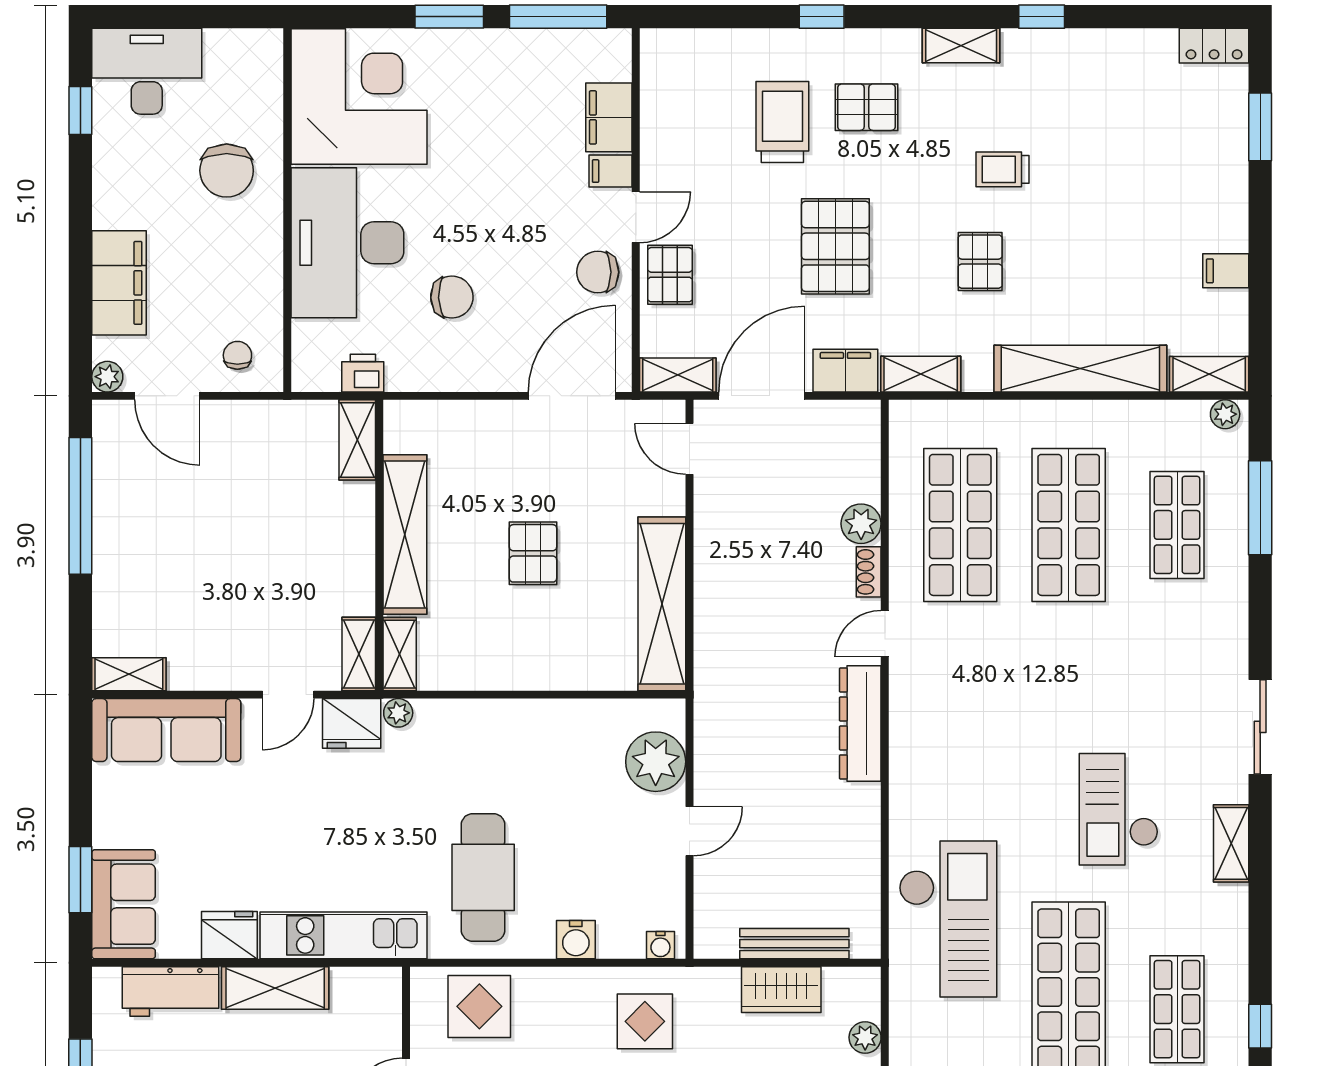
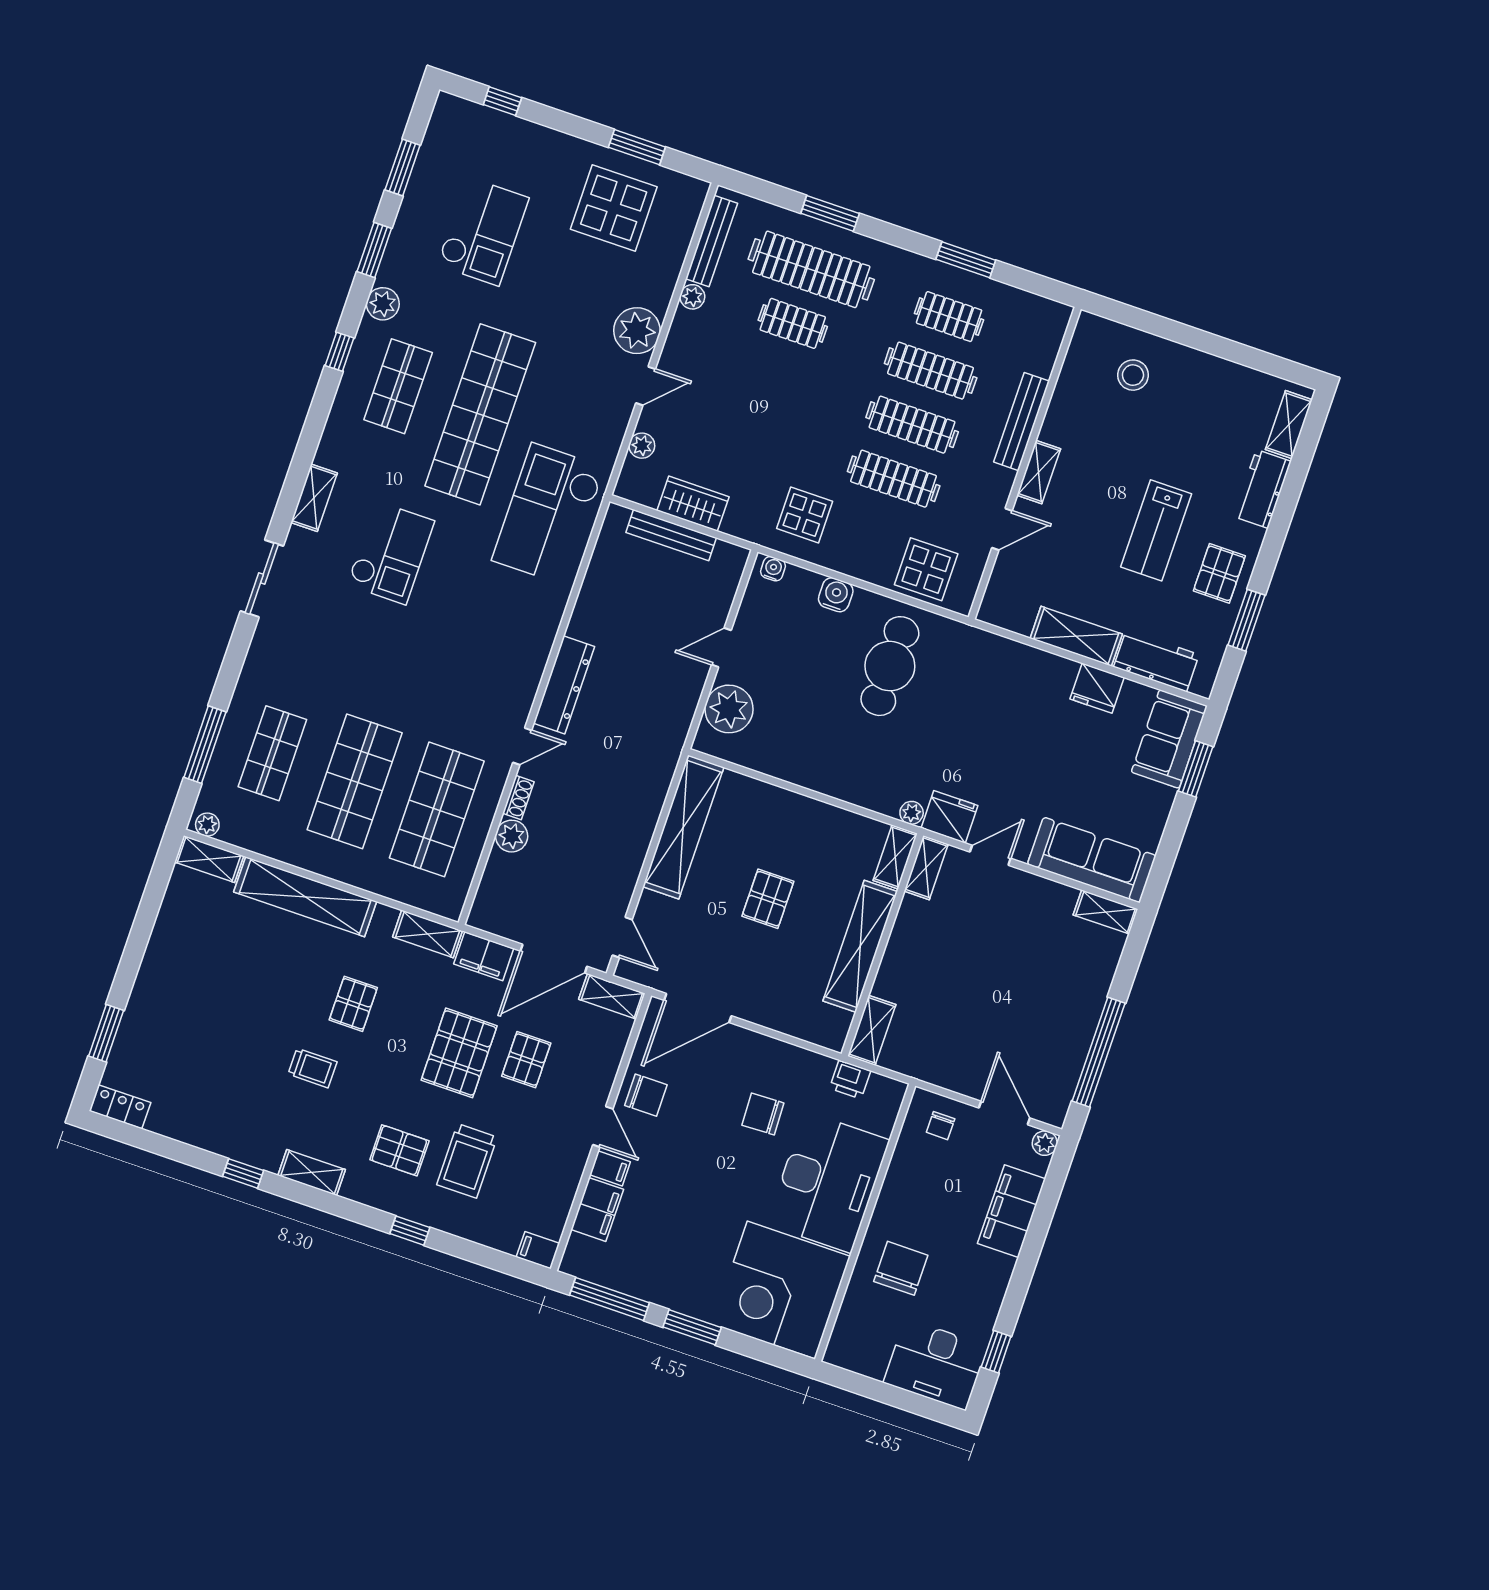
door: (636, 217) -> (603, 1127), swing flipped
filing cabinet: (1226, 271) -> (538, 1250), moved, turned 180
pallet: (670, 275) -> (526, 1060), moved
kitchen unit: (344, 935) -> (1011, 658), removed

